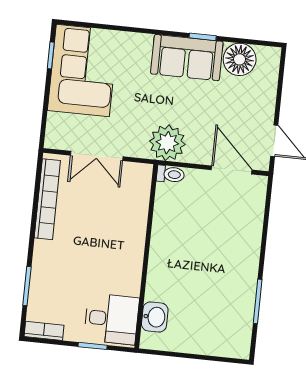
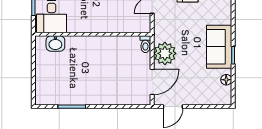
floor lamp: (240, 59) -> (226, 80), width x0.53, depth x0.53
plant: (167, 143) -> (165, 53), moved

